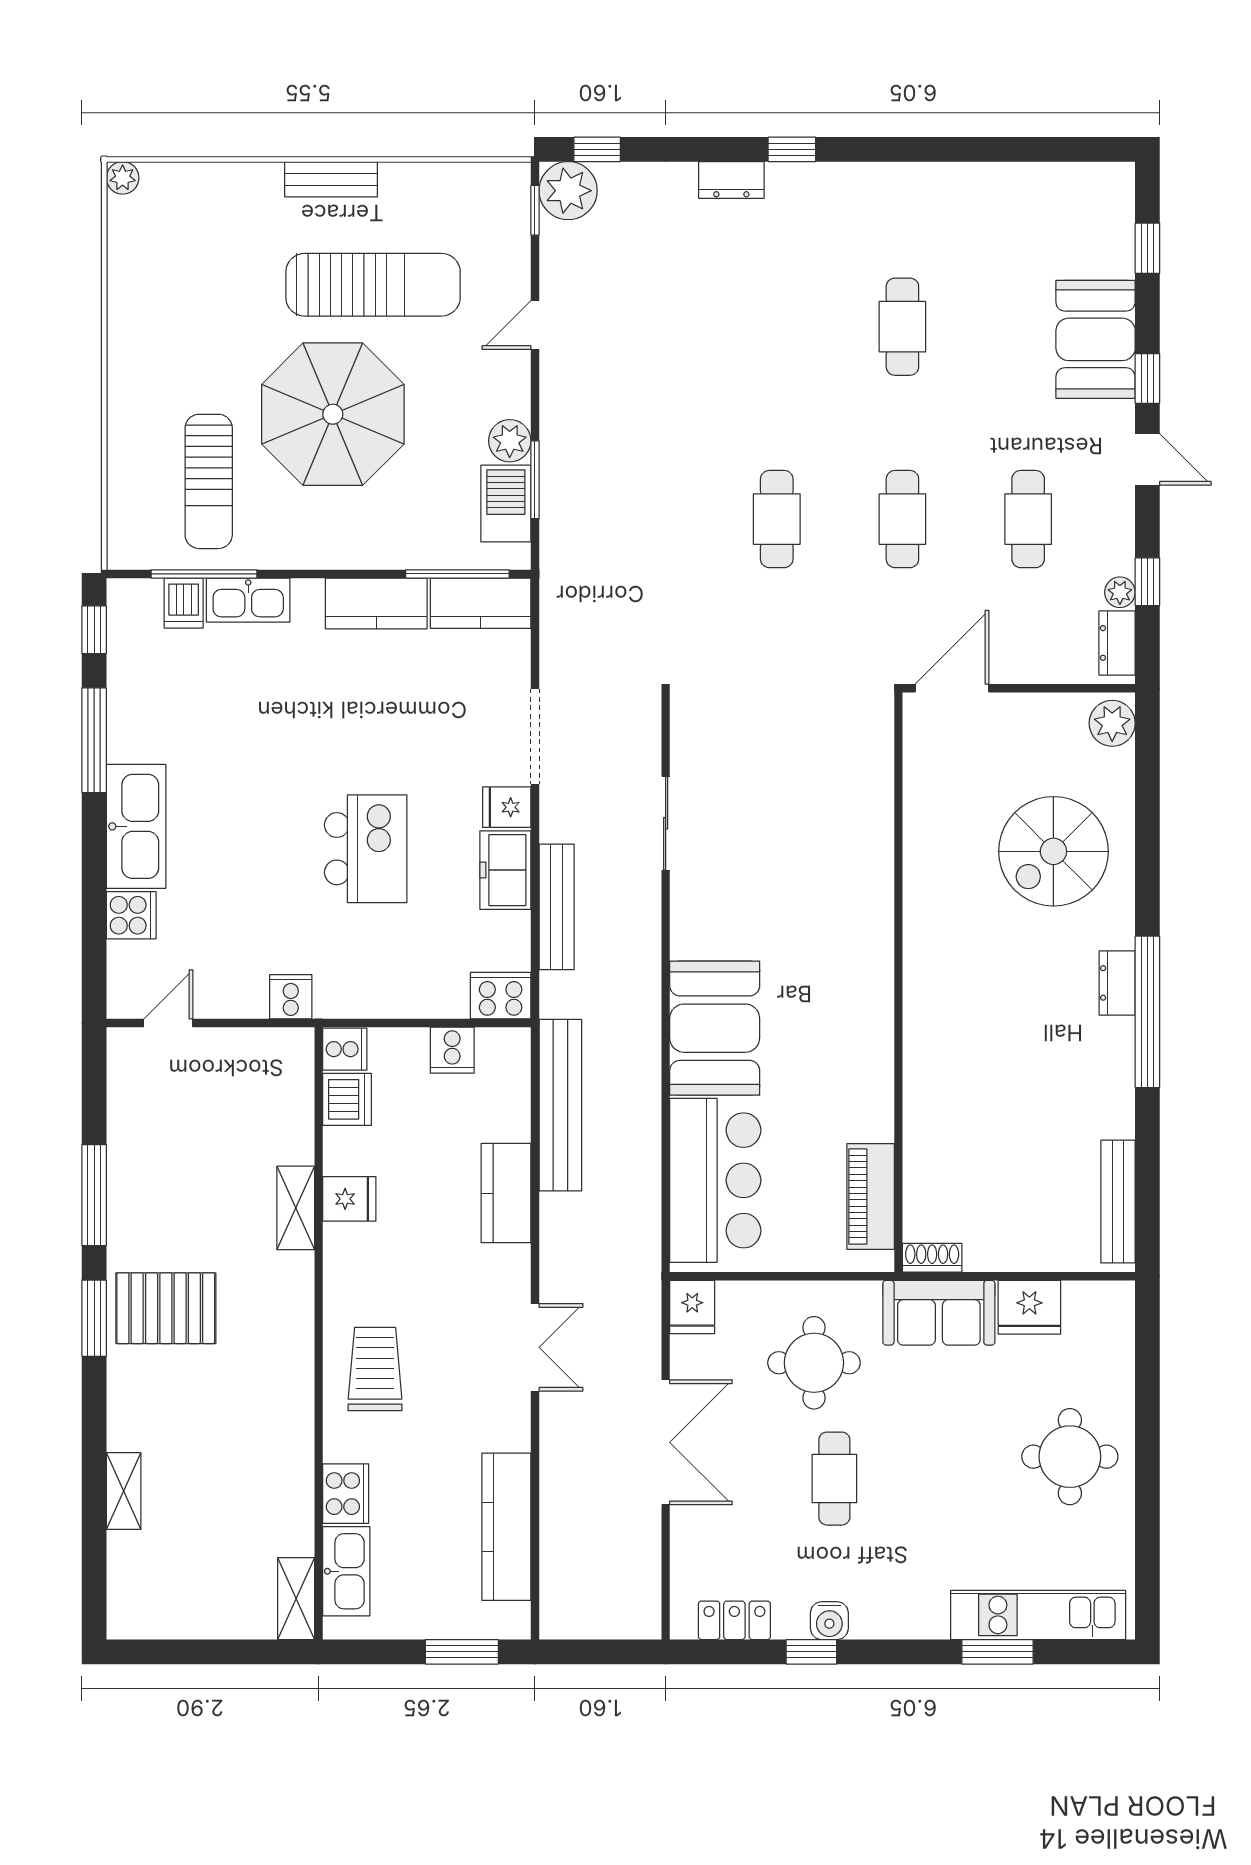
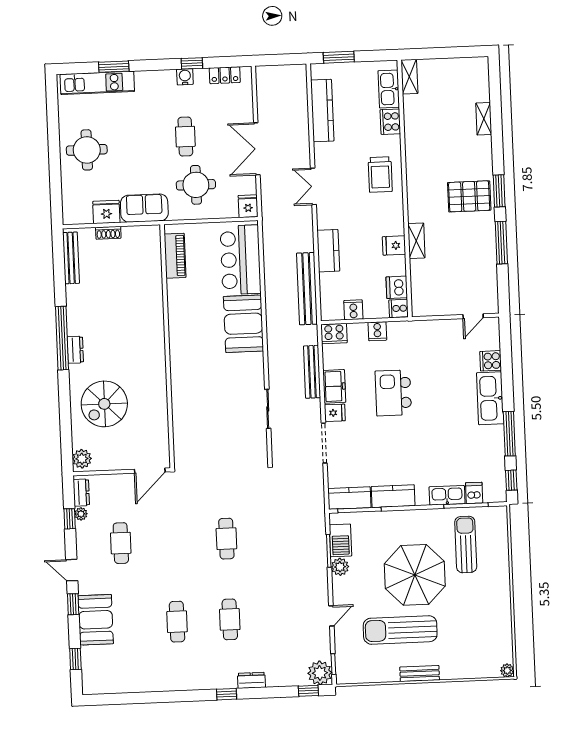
cafe table: (902, 519) -> (230, 619), moved
spiral stairs: (1053, 851) -> (104, 404), turned 180
cooker: (291, 997) -> (377, 331), moved
shoe rack: (932, 1258) -> (108, 233), moved

